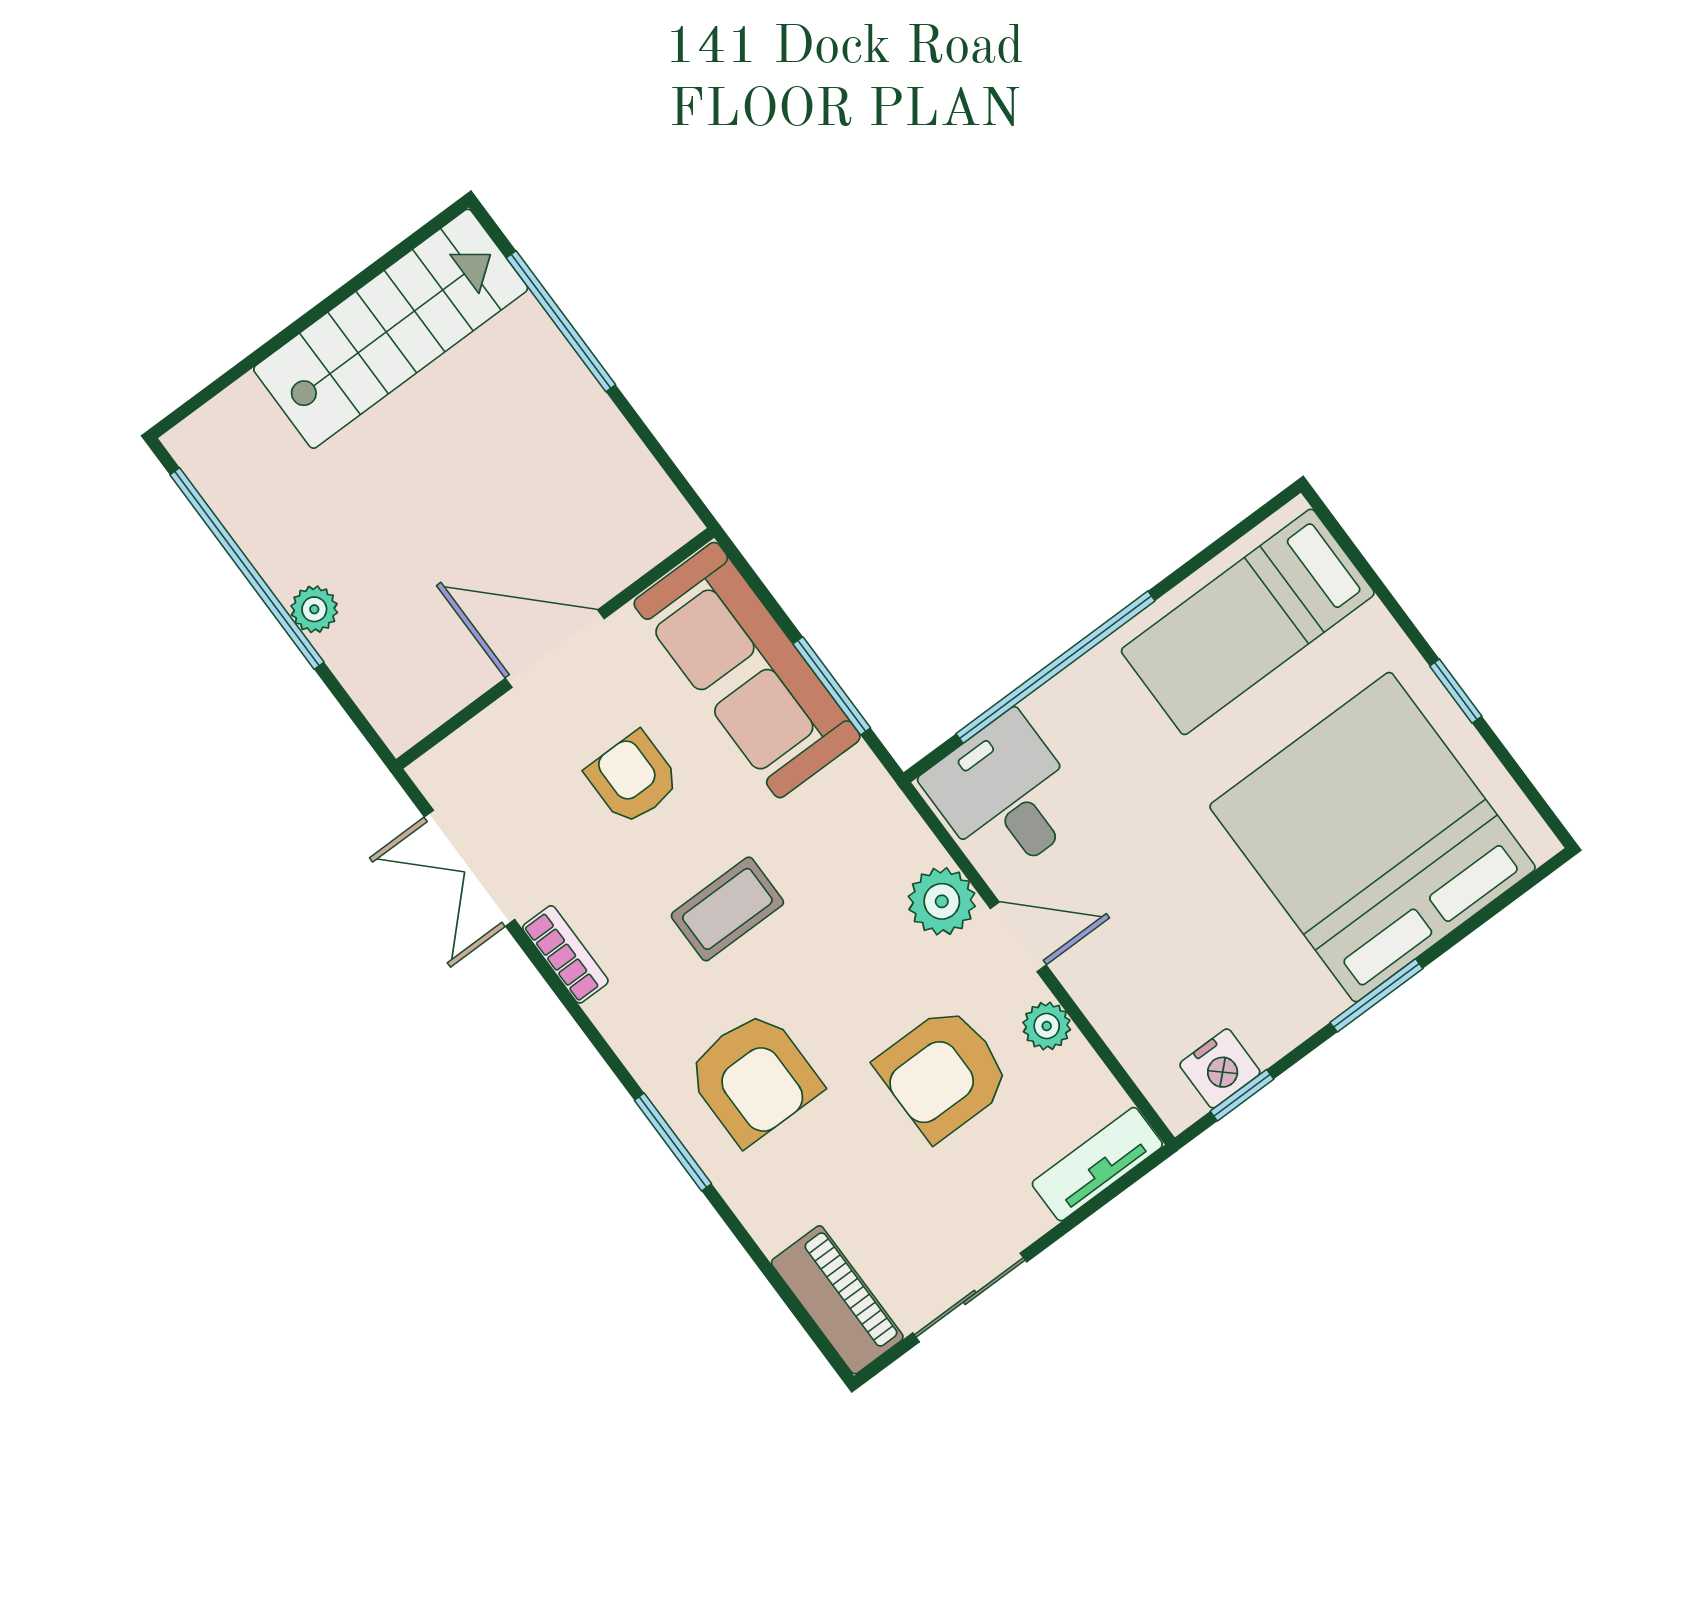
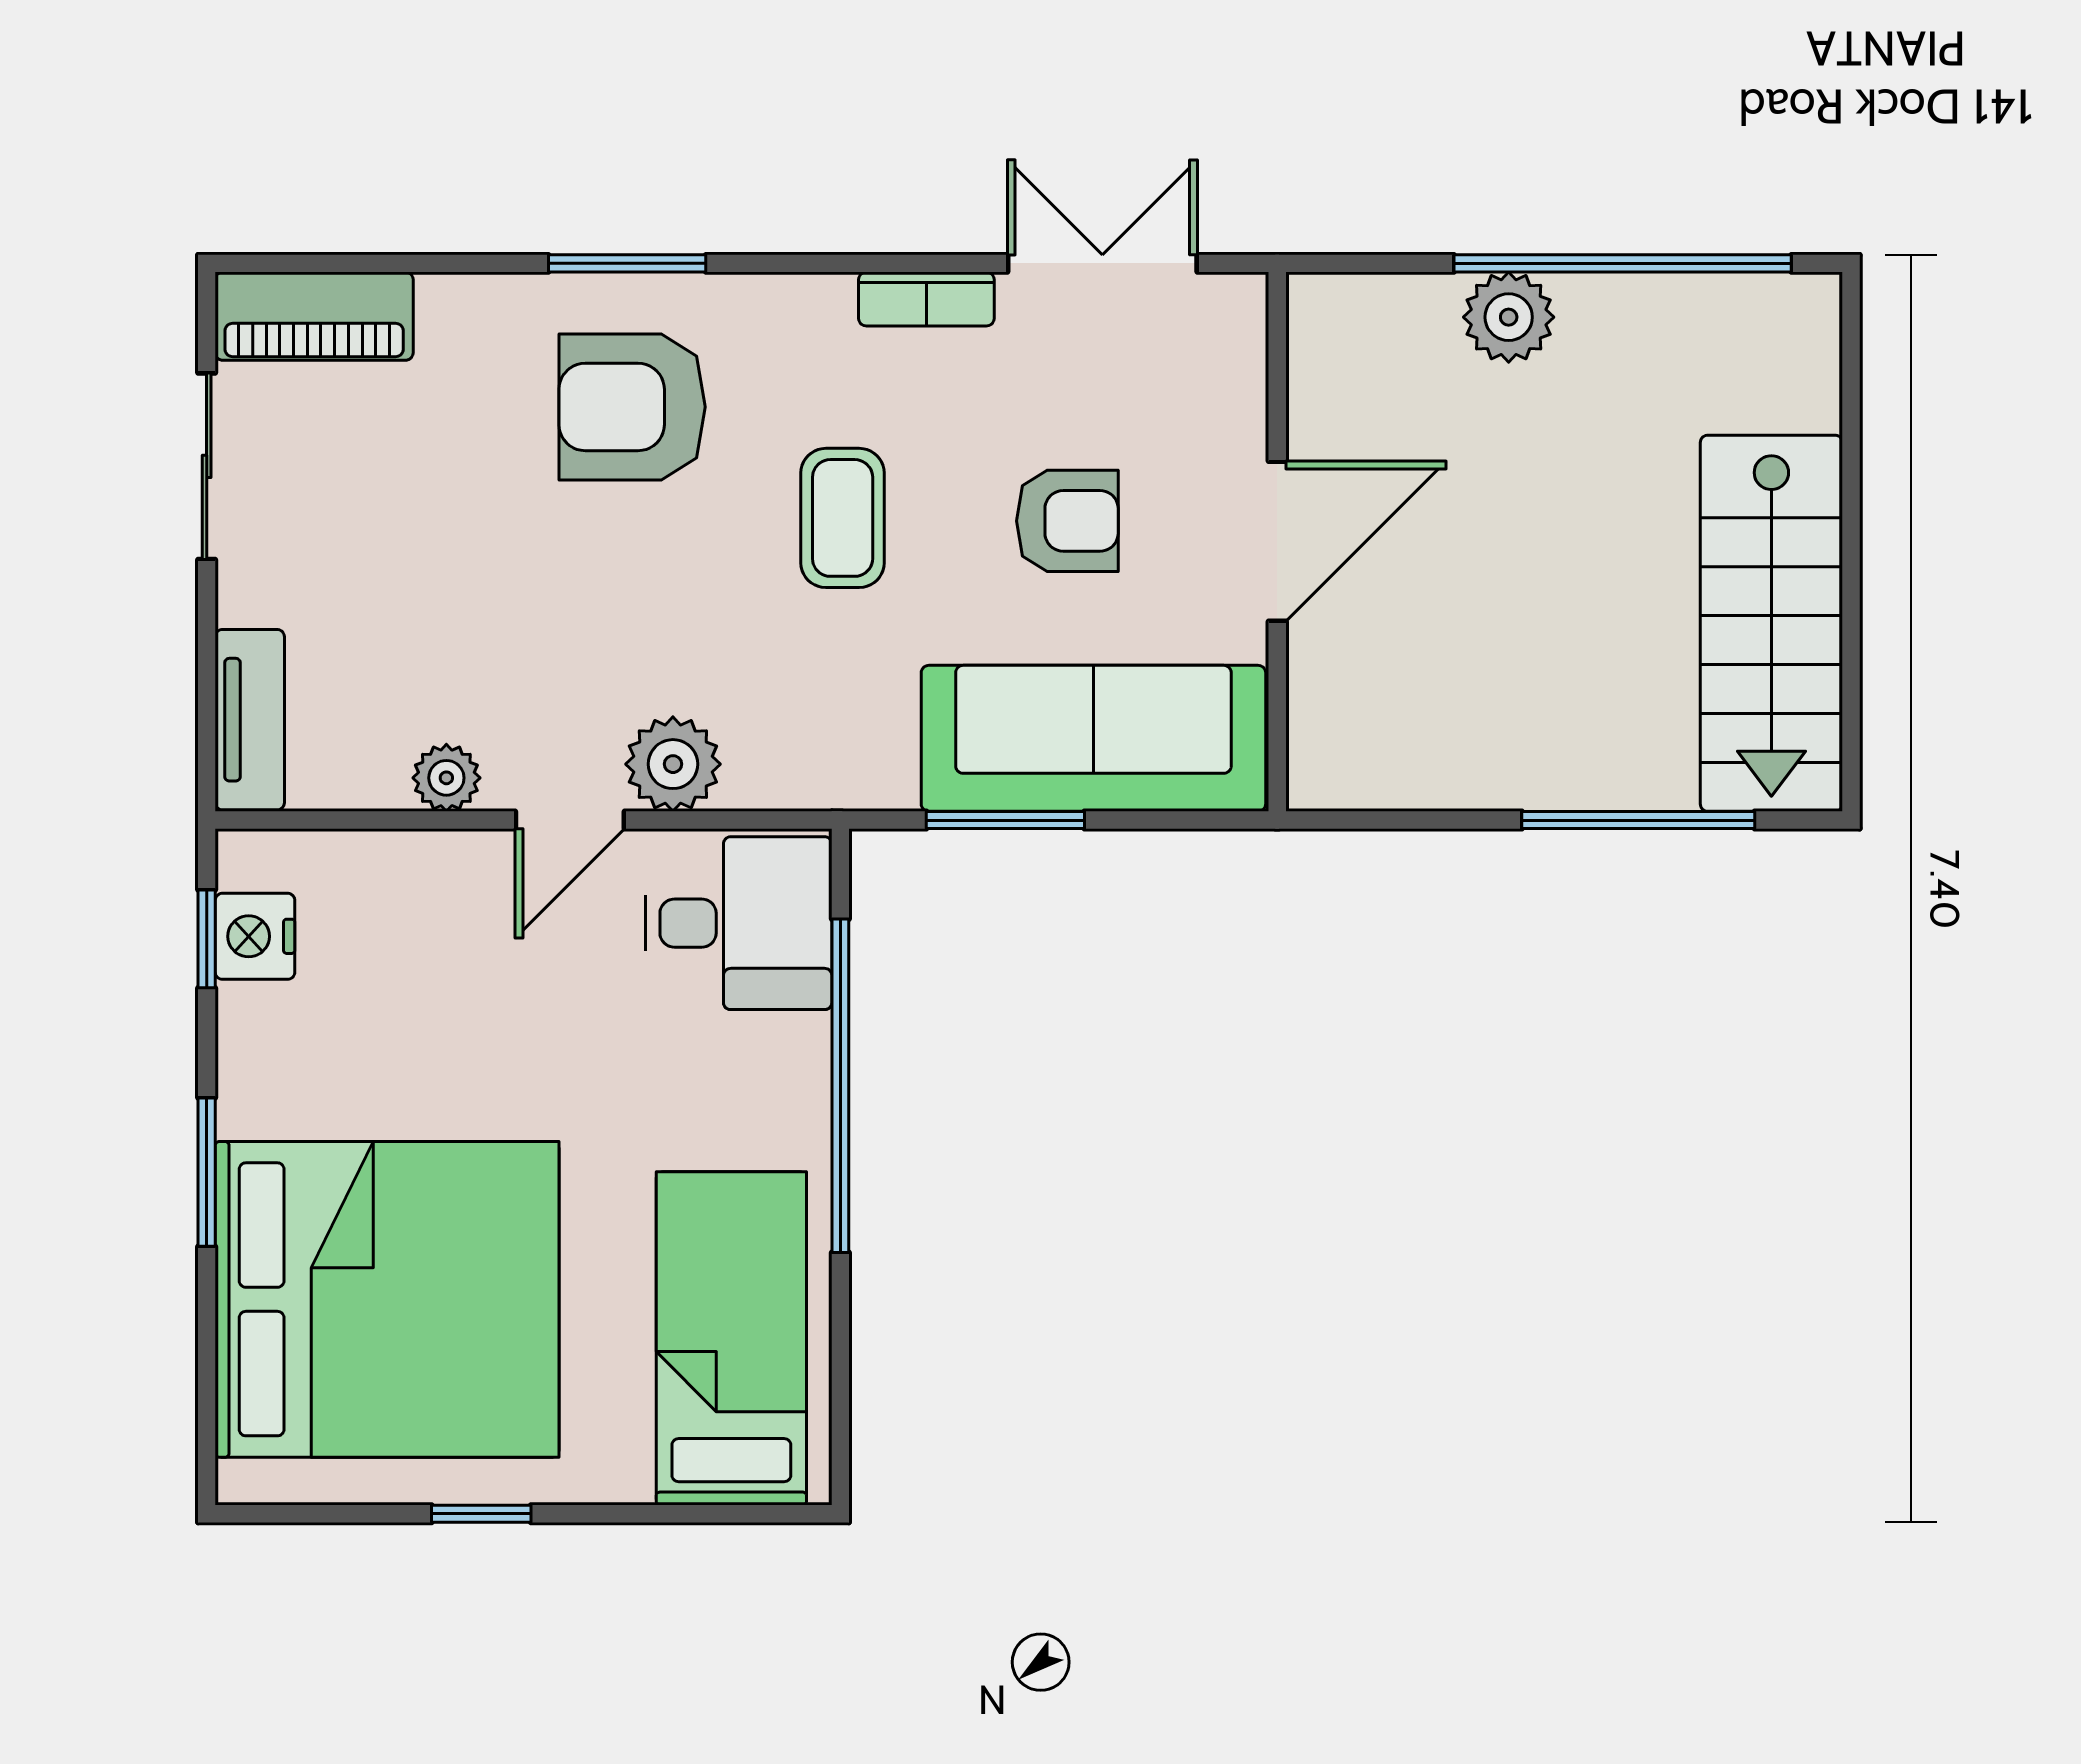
plant: (314, 609) -> (1509, 317), width x1.38, depth x1.38
armchair: (943, 1073) -> (479, 623), removed

